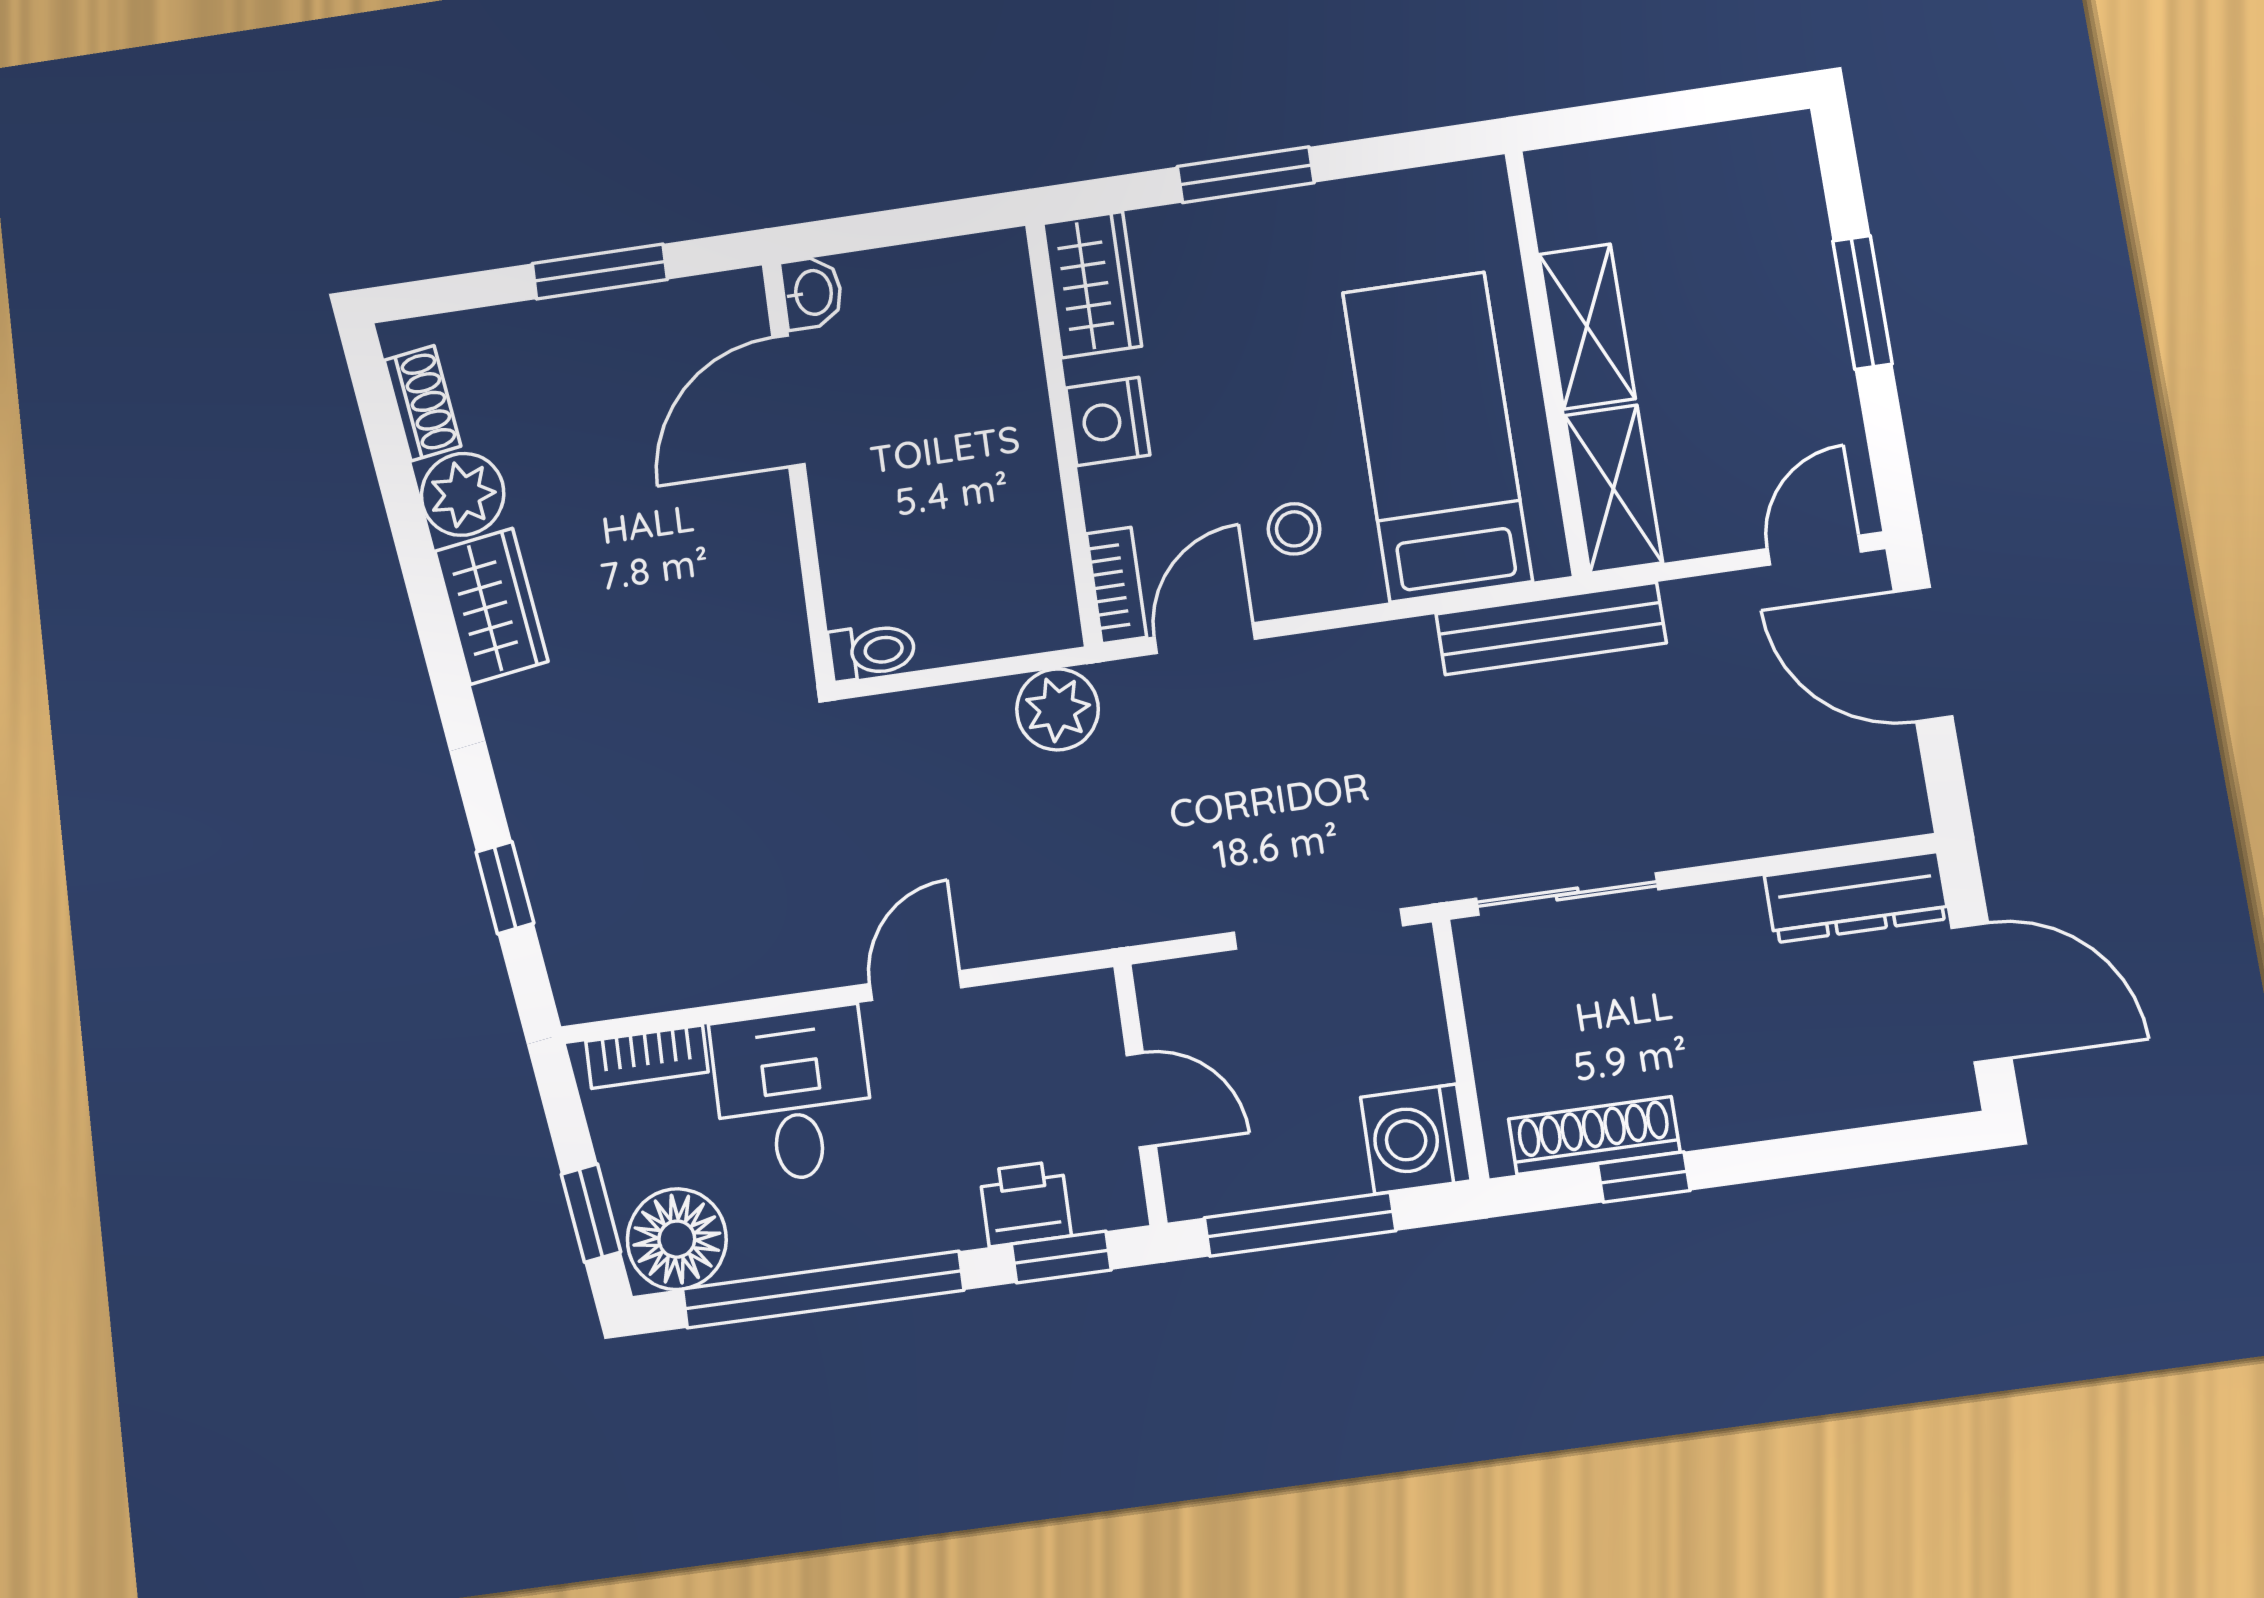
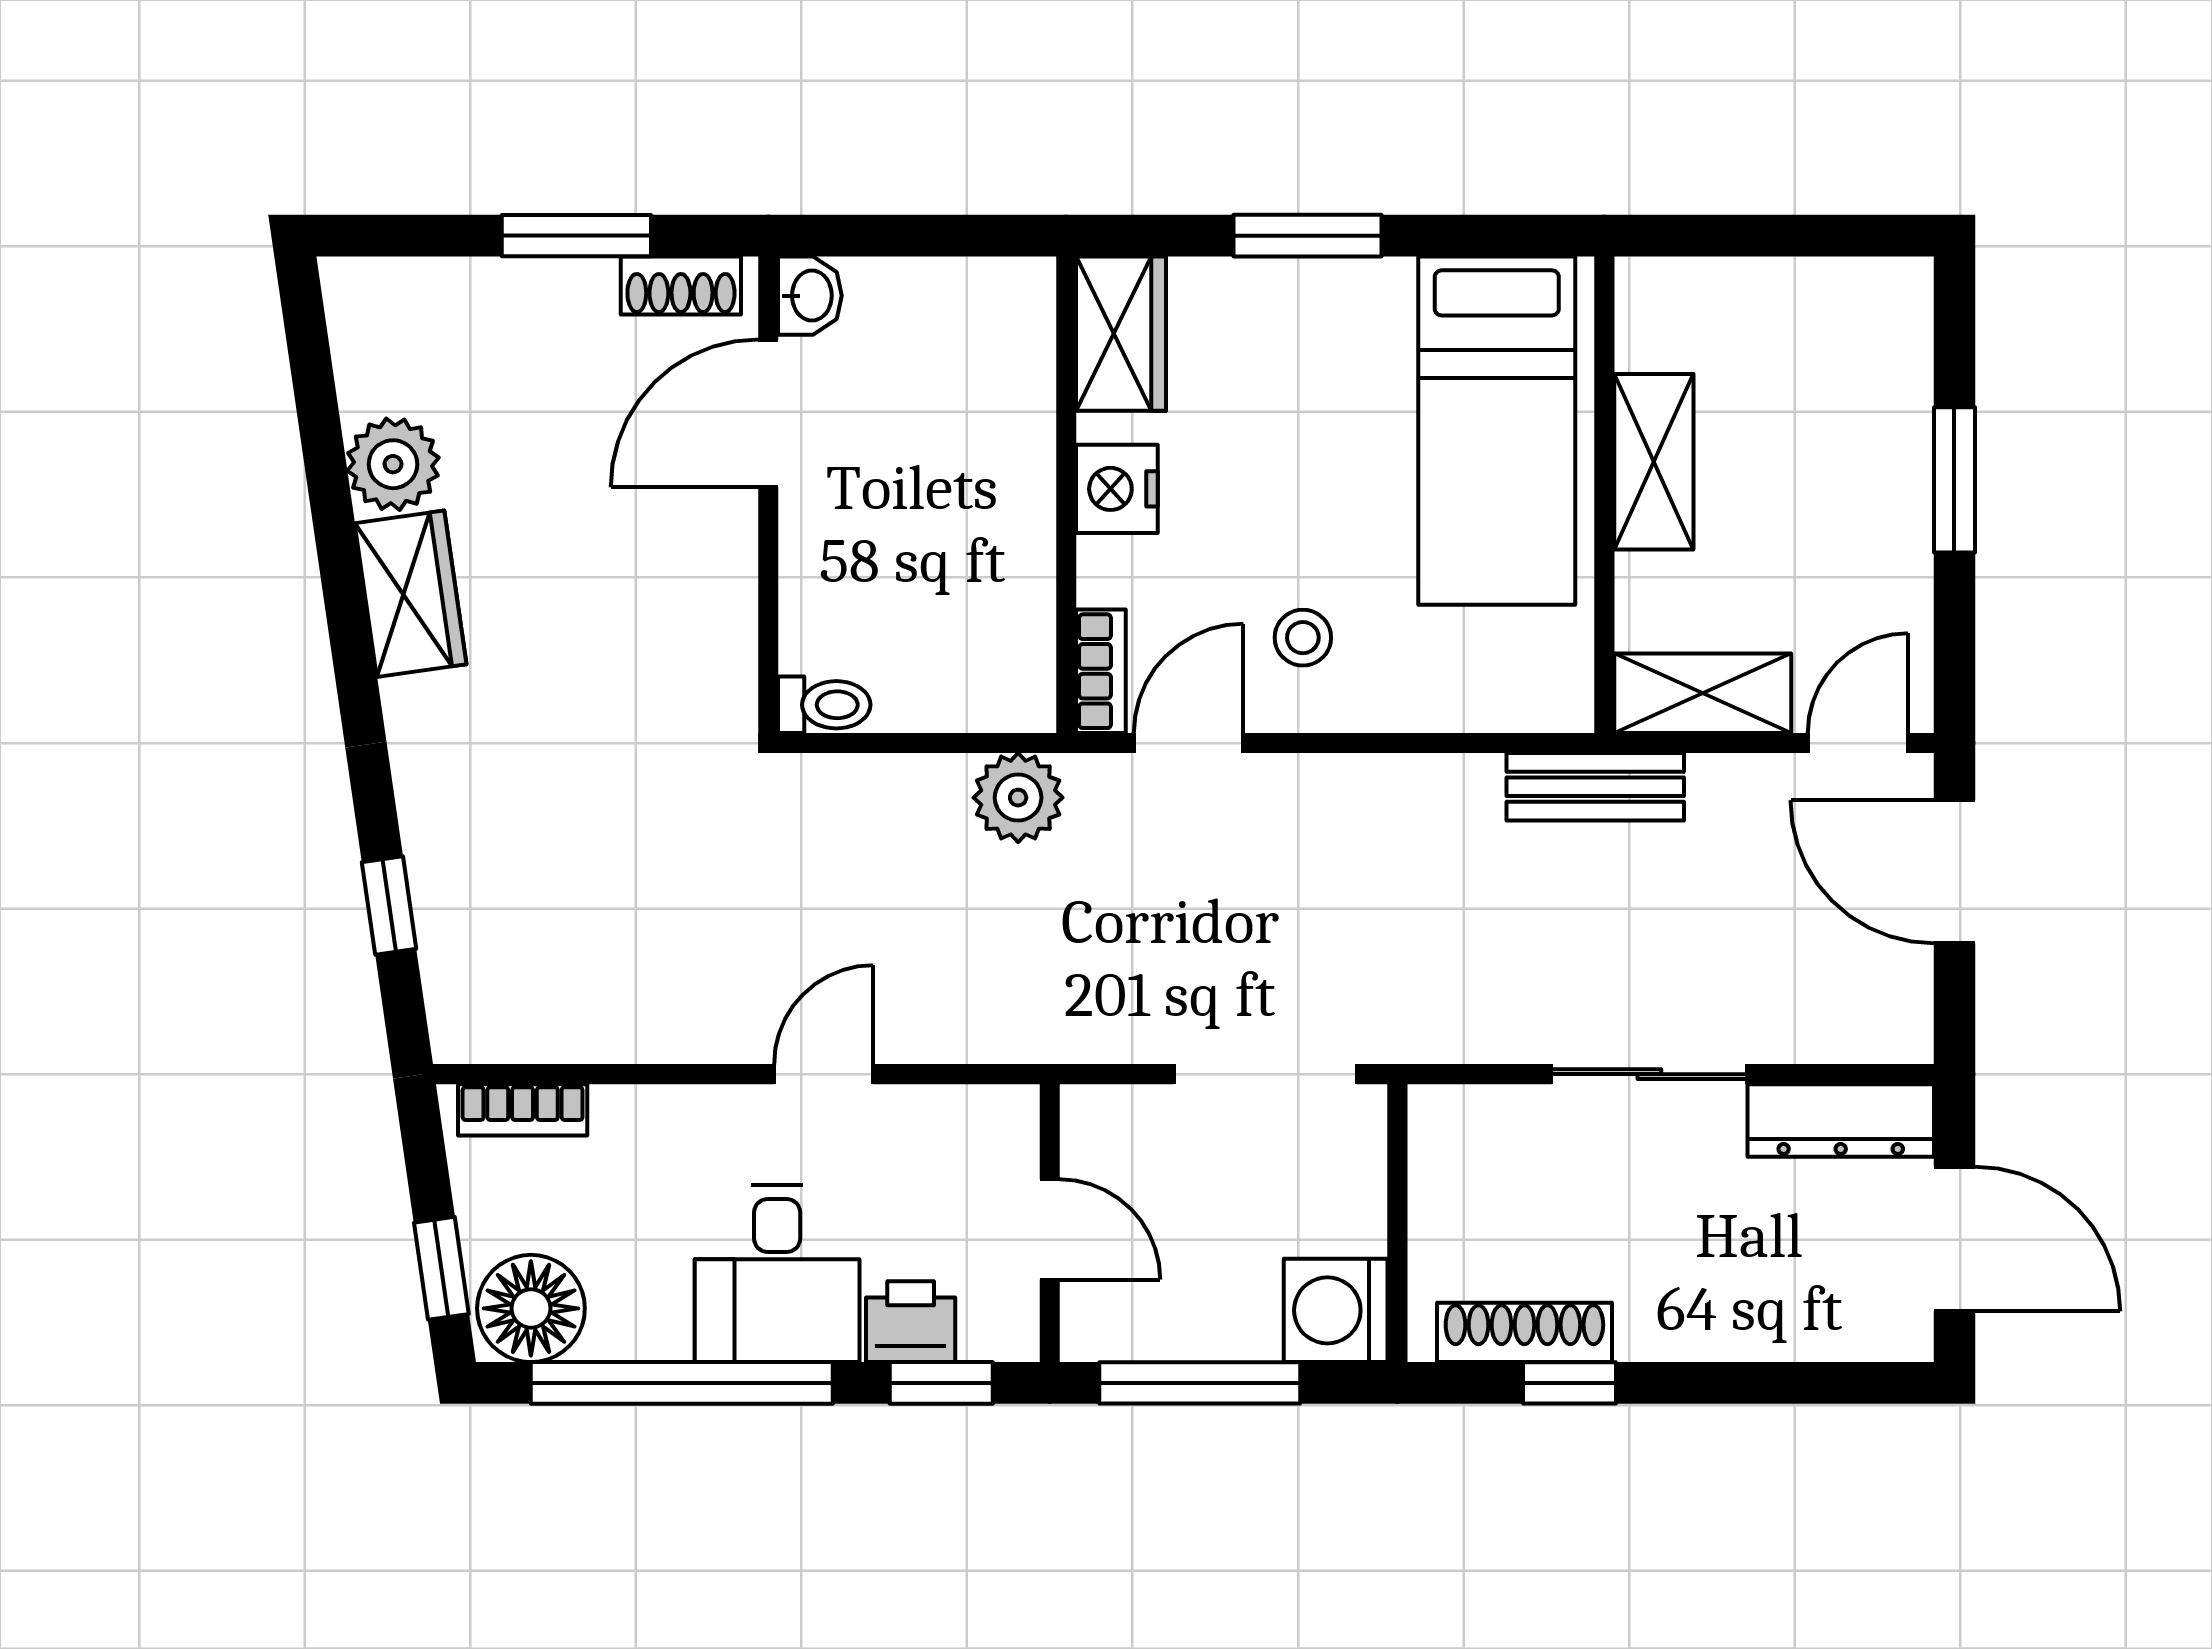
shoe rack: (422, 403) -> (681, 285), moved, turned 98
bed: (1437, 436) -> (1497, 431), moved, turned 180
shelving: (1613, 489) -> (1703, 693), moved, turned 90
bench: (1551, 629) -> (1595, 787), width x0.73
sliding door: (1567, 894) -> (1649, 1074), moved
desk: (793, 1095) -> (777, 1273), moved, turned 180

